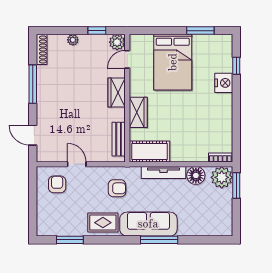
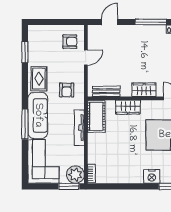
floor lamp: (196, 175) -> (77, 154), removed
corner sofa: (205, 217) -> (43, 161), added

